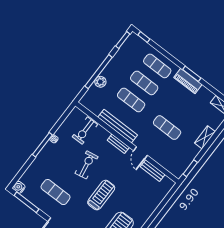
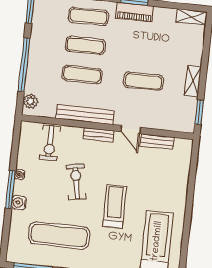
plant: (100, 82) -> (31, 101), moved
shelving: (205, 137) -> (193, 81), moved
water cooler: (19, 187) -> (19, 203), moved
exercise mat: (56, 192) -> (59, 235), width x1.36, depth x1.45

